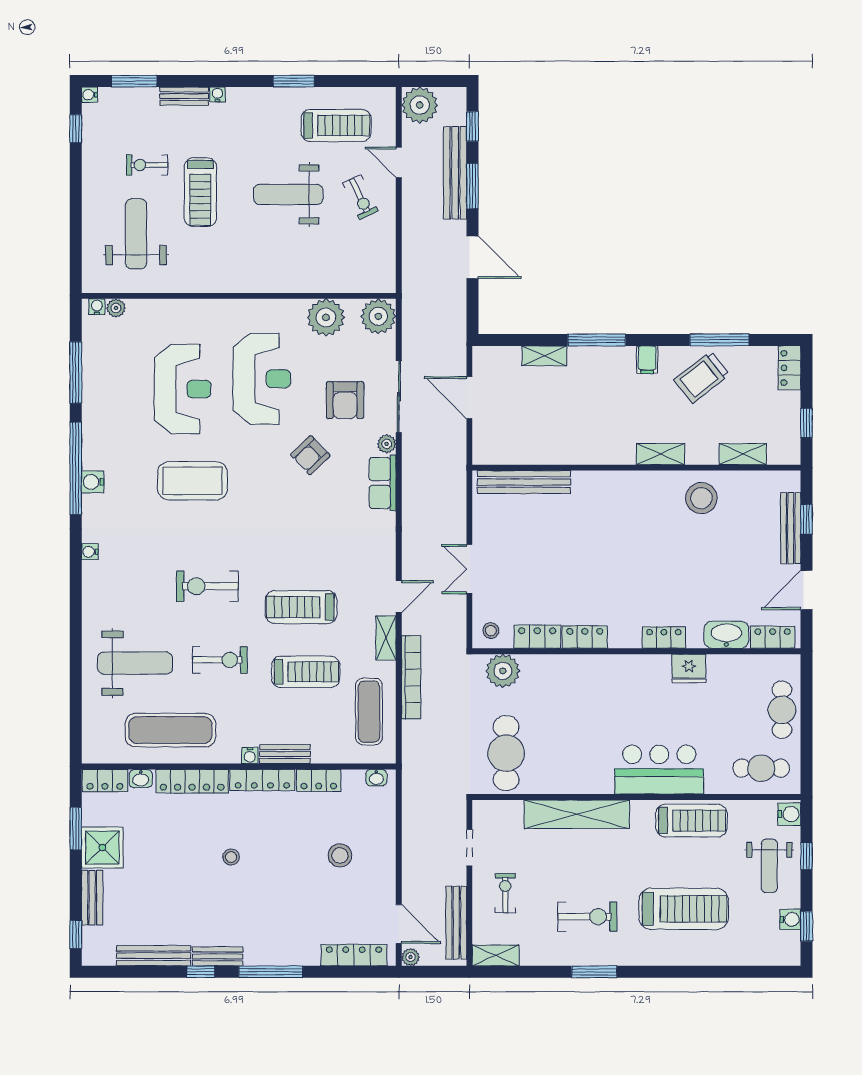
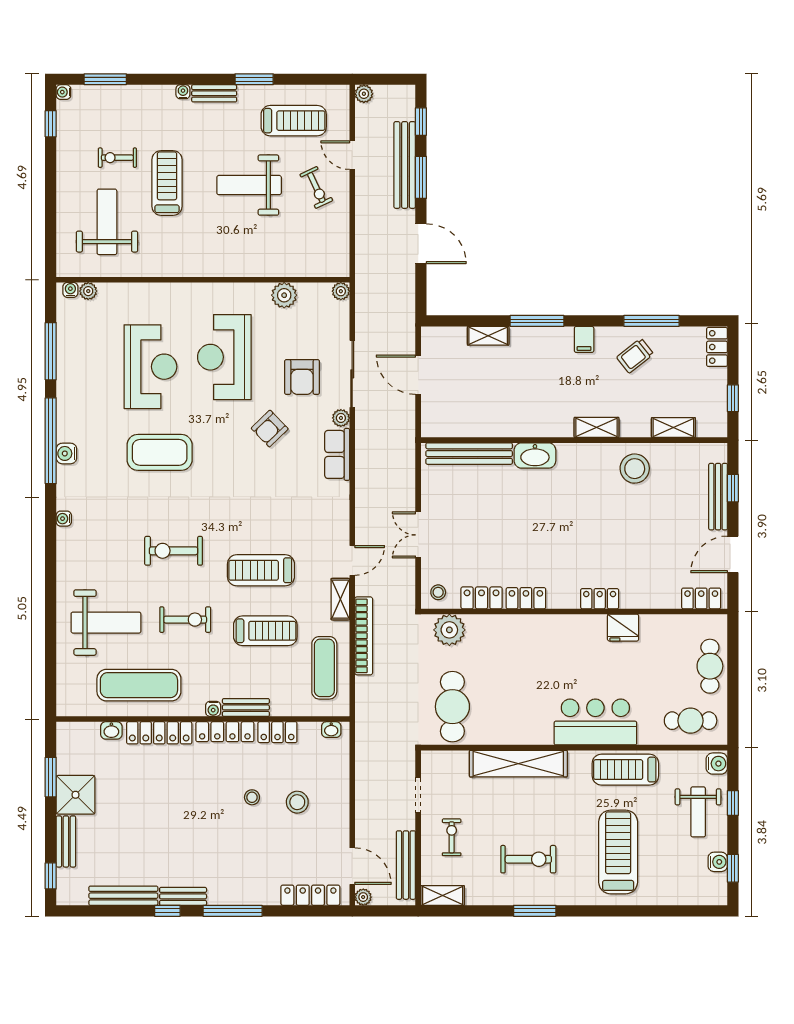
bench: (184, 96) -> (214, 93), moved
plant: (420, 105) -> (364, 94), width x0.53, depth x0.53
treadmill: (200, 192) -> (167, 183), turned 180
plant: (378, 316) -> (341, 291), width x0.53, depth x0.53
plant: (326, 317) -> (284, 295), width x0.73, depth x0.73
trolley: (702, 377) -> (635, 356), width x0.73, depth x0.72
reception desk: (262, 379) -> (224, 357), turned 180
washbasin: (726, 635) -> (535, 456), moved, turned 180
locker: (105, 781) -> (78, 732), removed
treadmill: (691, 821) -> (625, 770), turned 180
stool: (231, 857) -> (252, 797), moved
treadmill: (684, 909) -> (618, 852), turned -90

